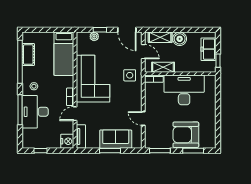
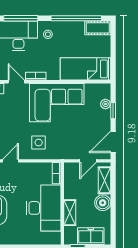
cot: (28, 55) -> (98, 28), moved
shelving: (163, 67) -> (70, 213), moved
side table: (130, 75) -> (39, 143), moved

